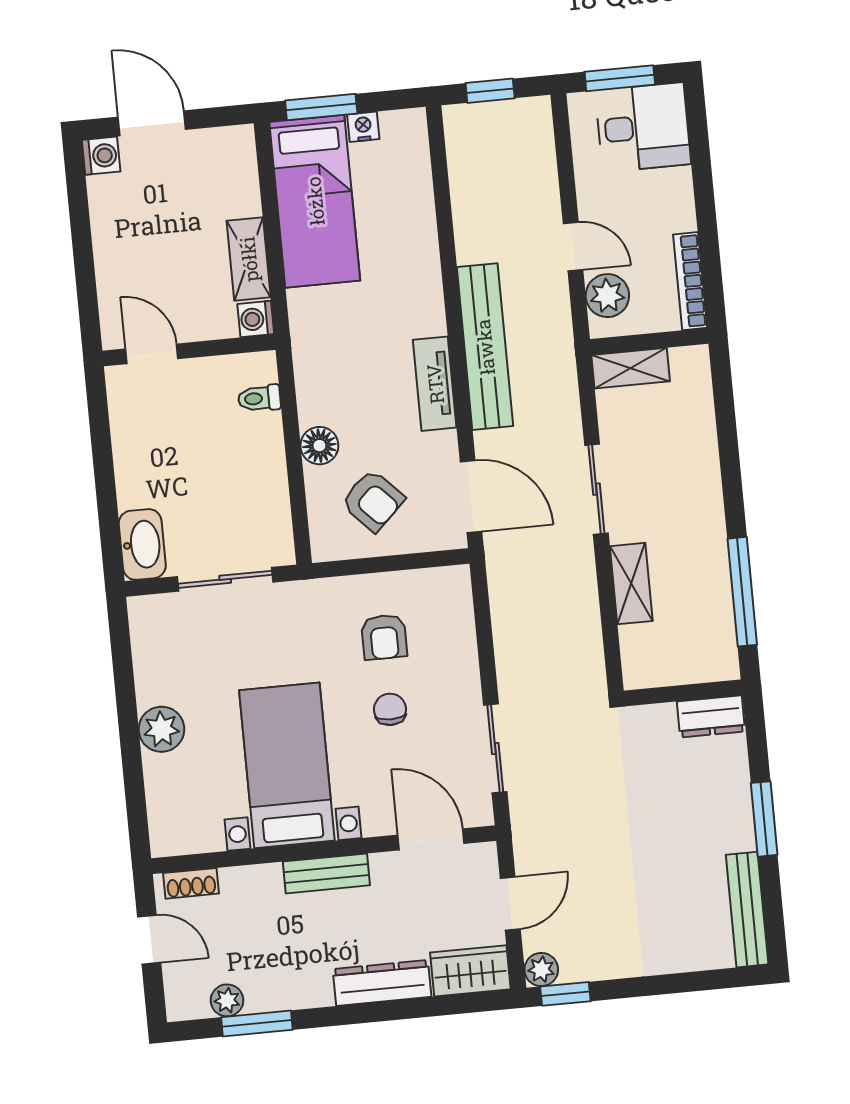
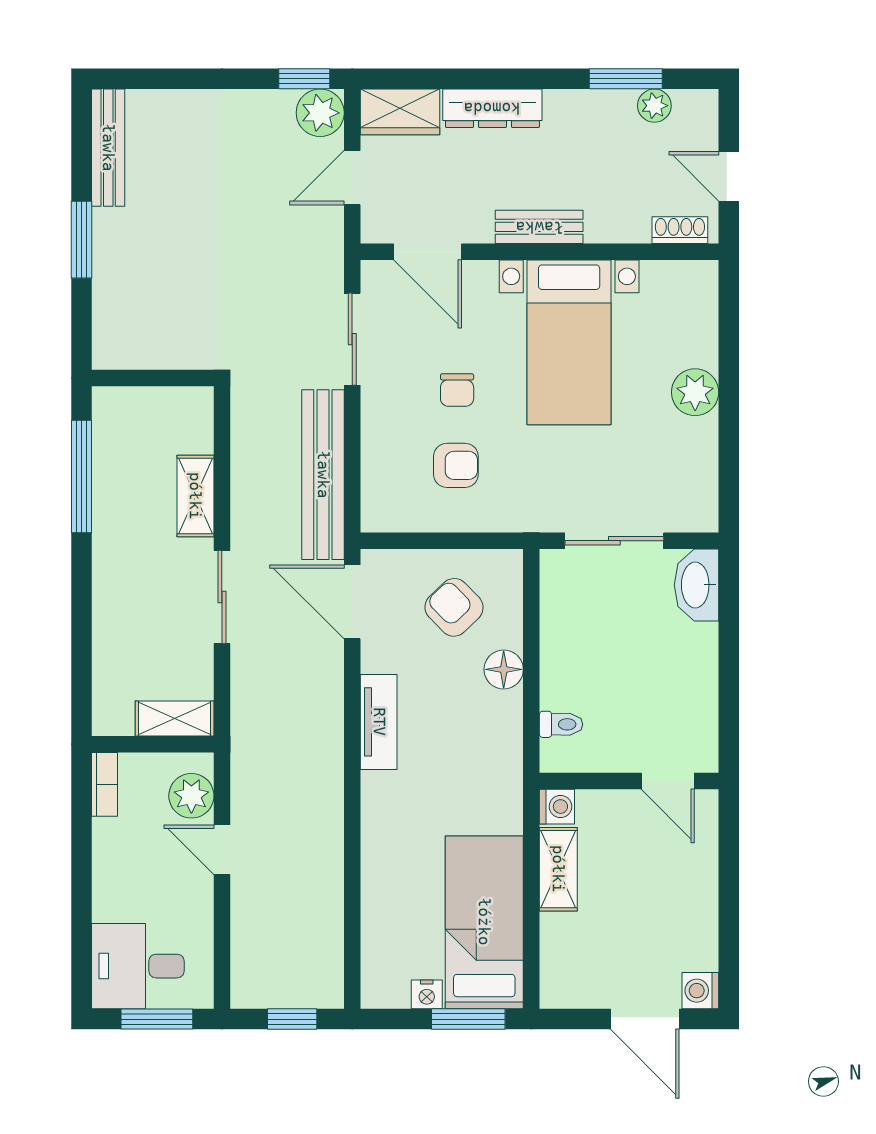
bookcase: (690, 281) -> (105, 784), width x0.64
bench: (485, 347) -> (323, 475), moved
armchair: (384, 637) -> (456, 465), turned 90
dresser: (711, 716) -> (126, 351), removed
plant: (541, 970) -> (320, 113), width x1.38, depth x1.38

